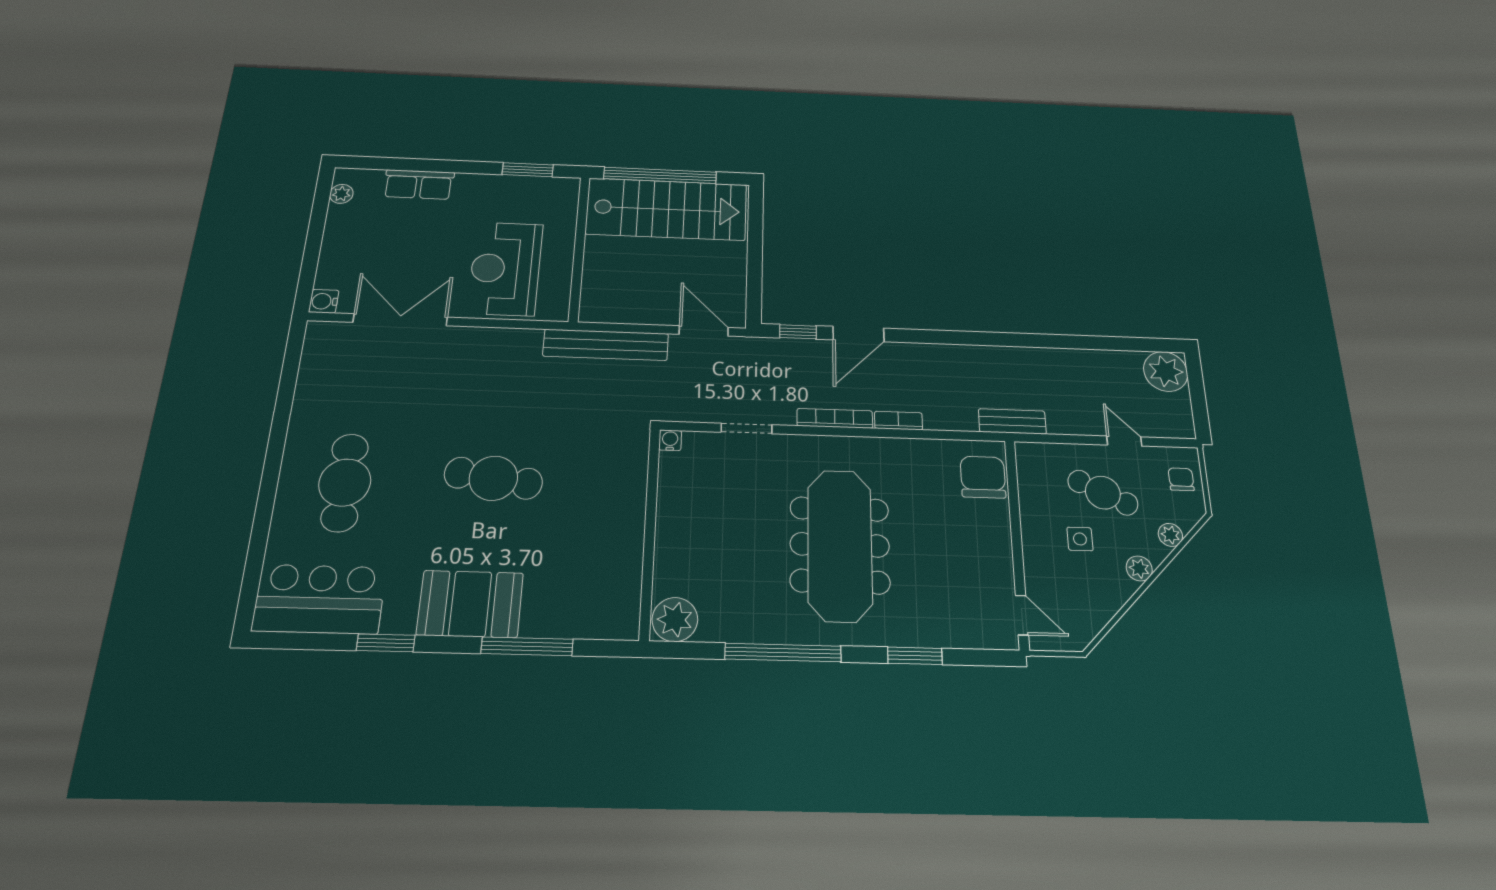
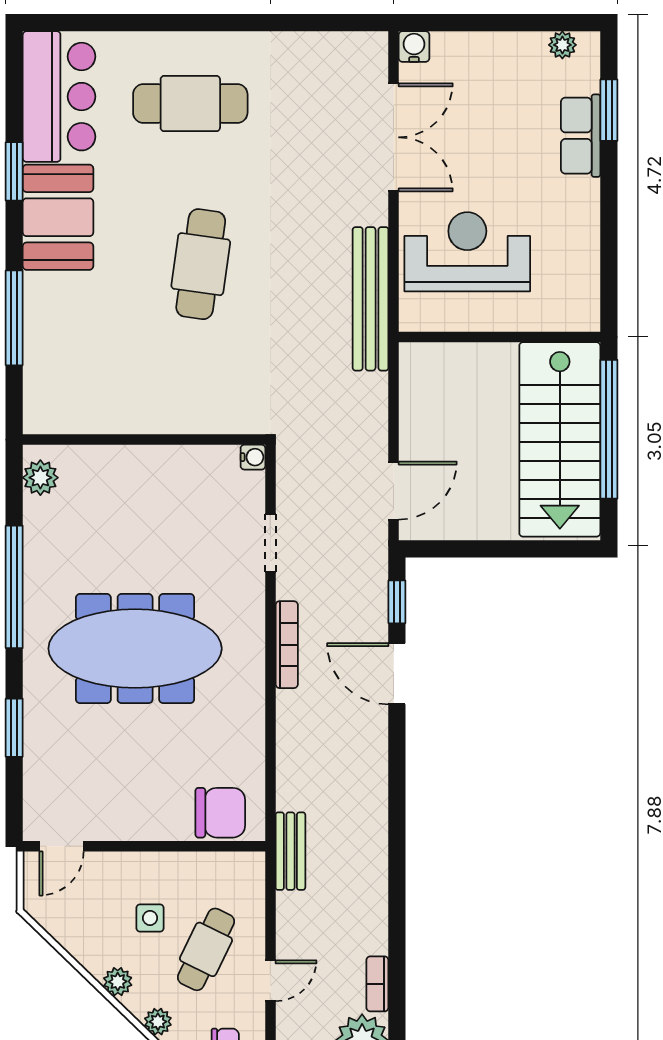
window: (528, 170) -> (609, 110), moved
bench: (606, 345) -> (371, 299), moved
bookcase: (898, 421) -> (377, 984), moved, turned 180
booth: (470, 604) -> (58, 217), moved
plant: (675, 620) -> (40, 478), width x0.73, depth x0.73

